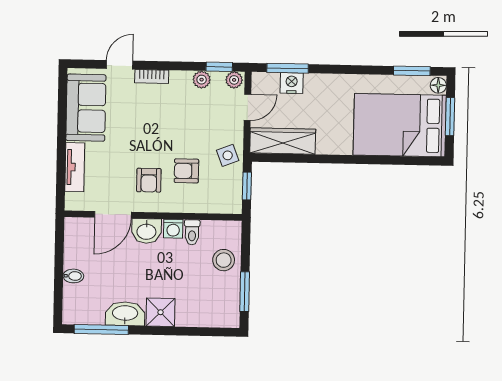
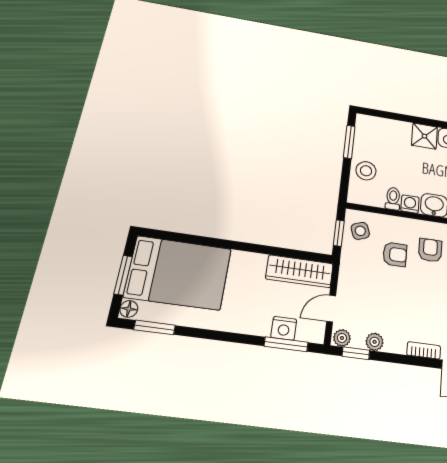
side table: (228, 155) -> (360, 231), moved

